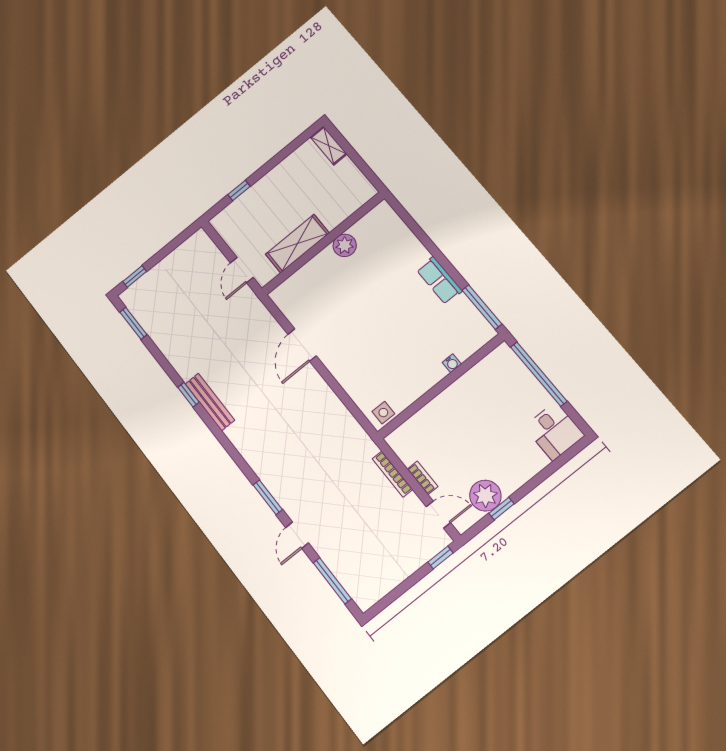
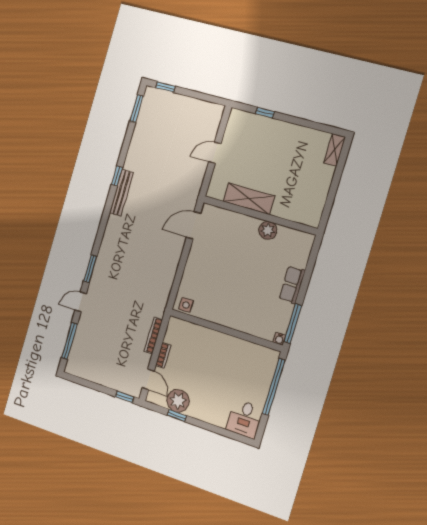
shelving: (297, 244) -> (249, 199), moved
wall: (323, 244) -> (260, 215), moved
plant: (345, 245) -> (268, 230), moved
water cooler: (452, 363) -> (279, 339), moved

